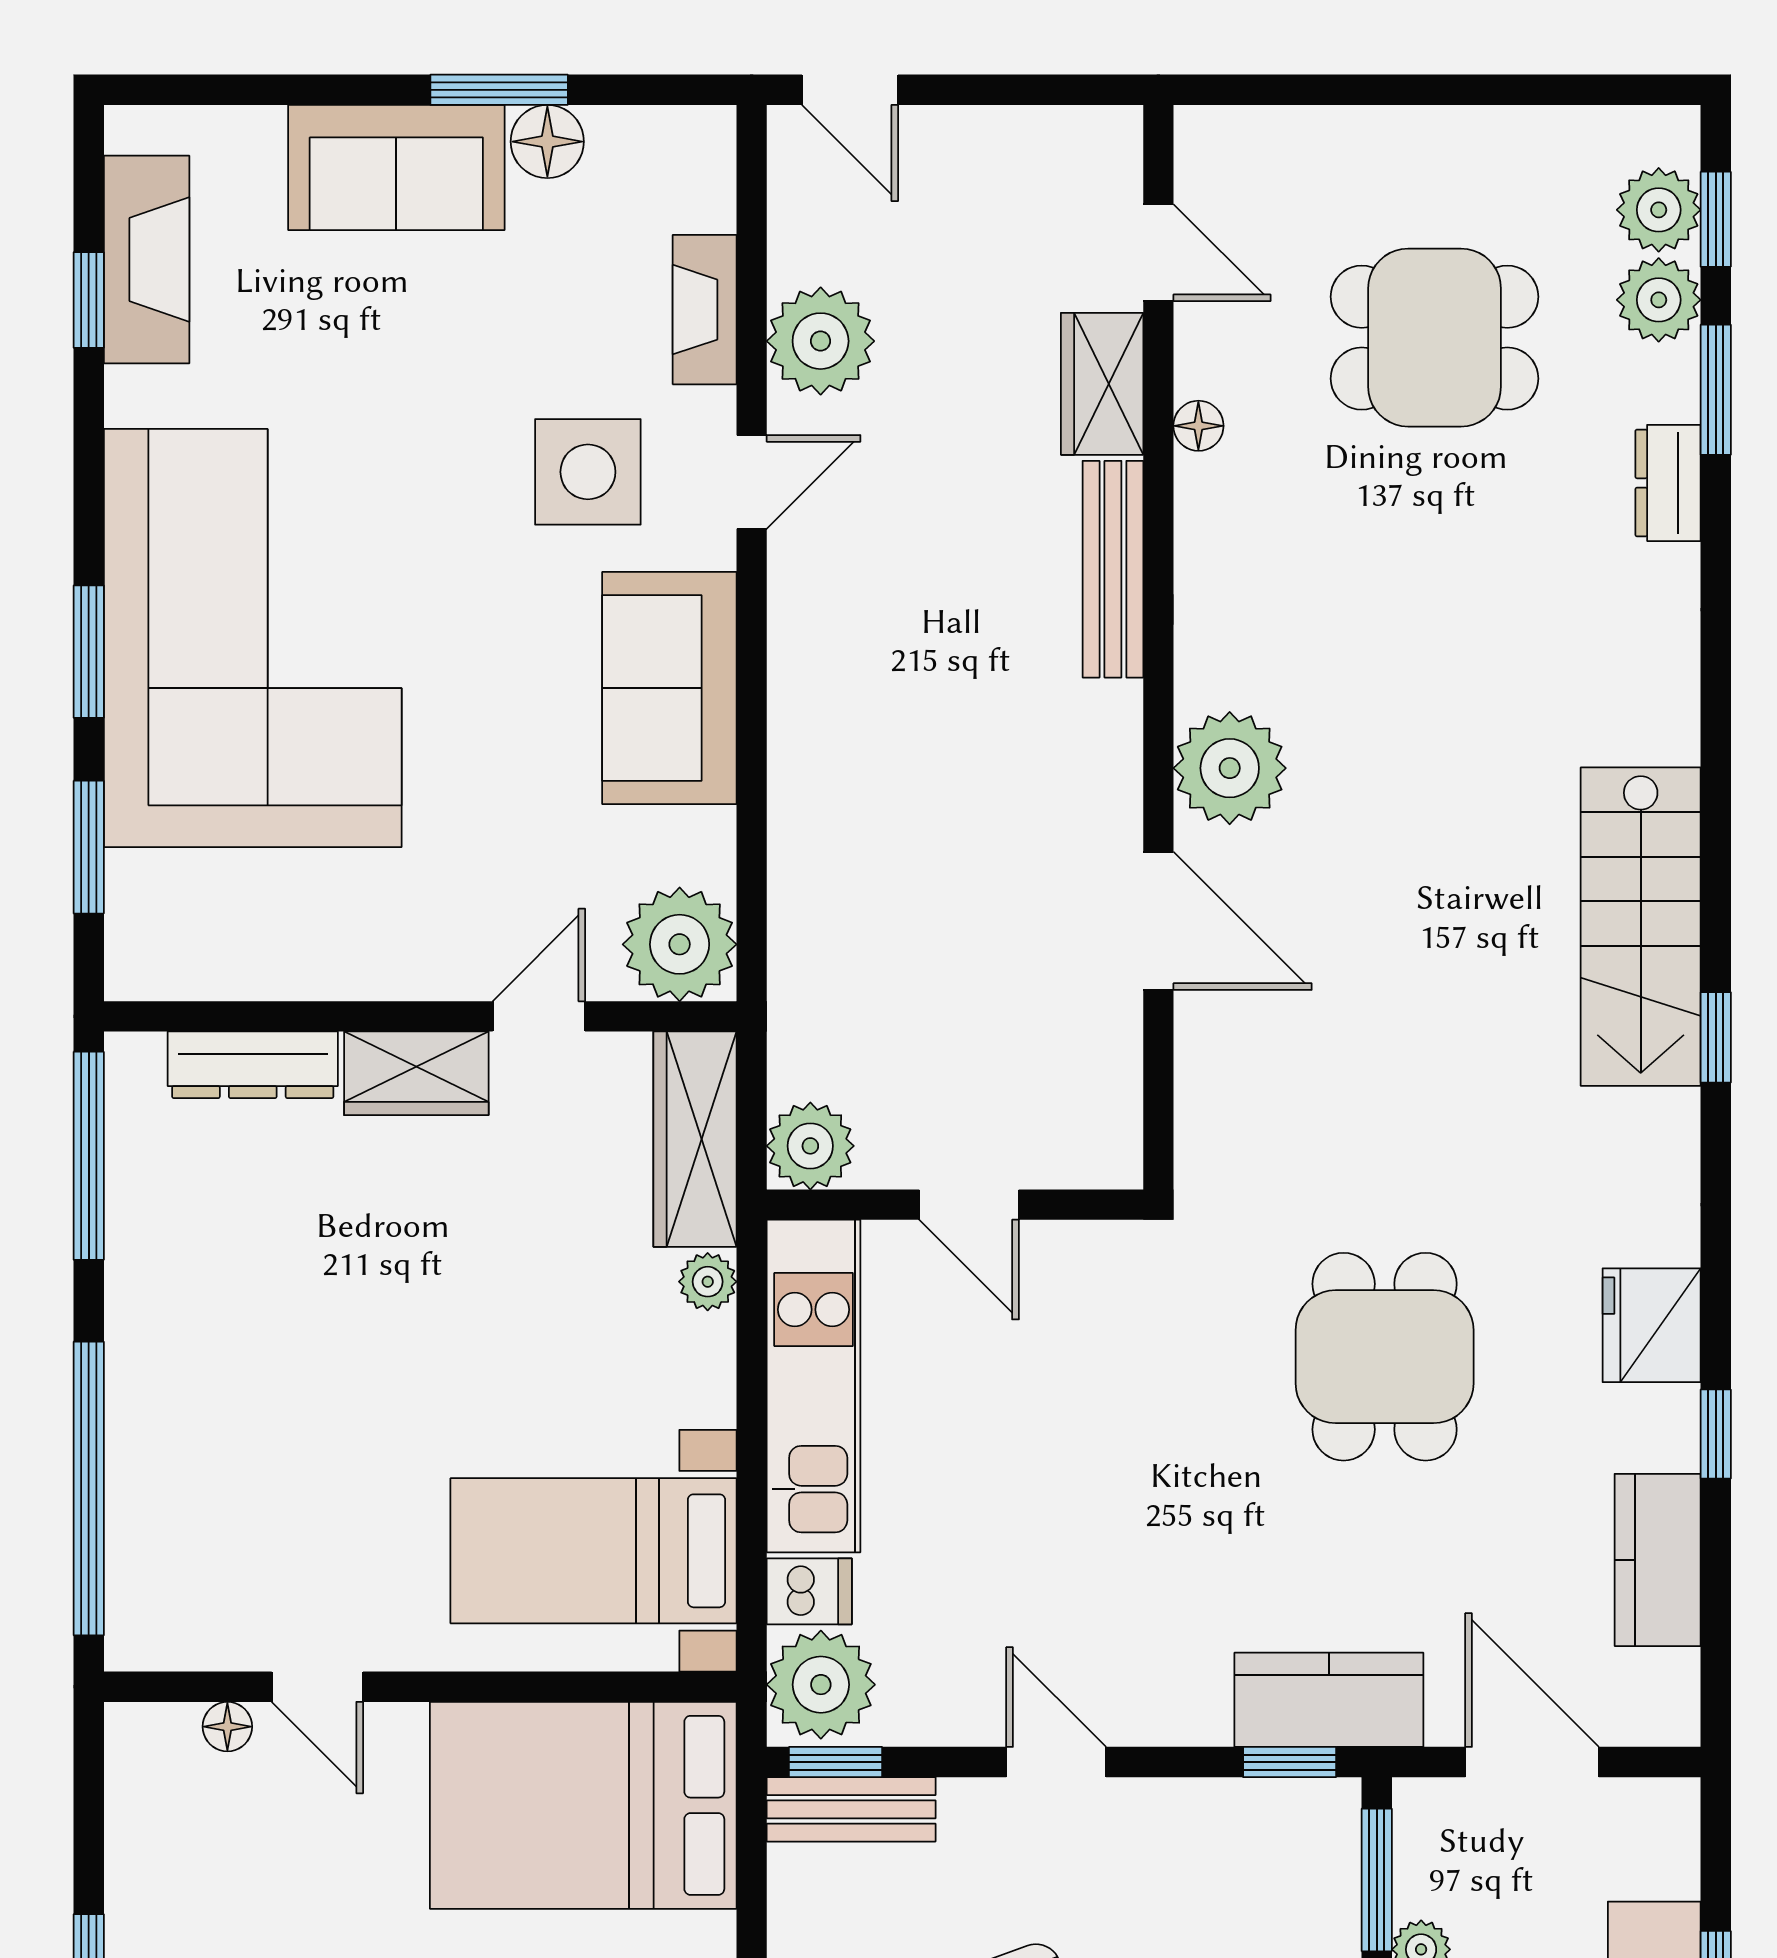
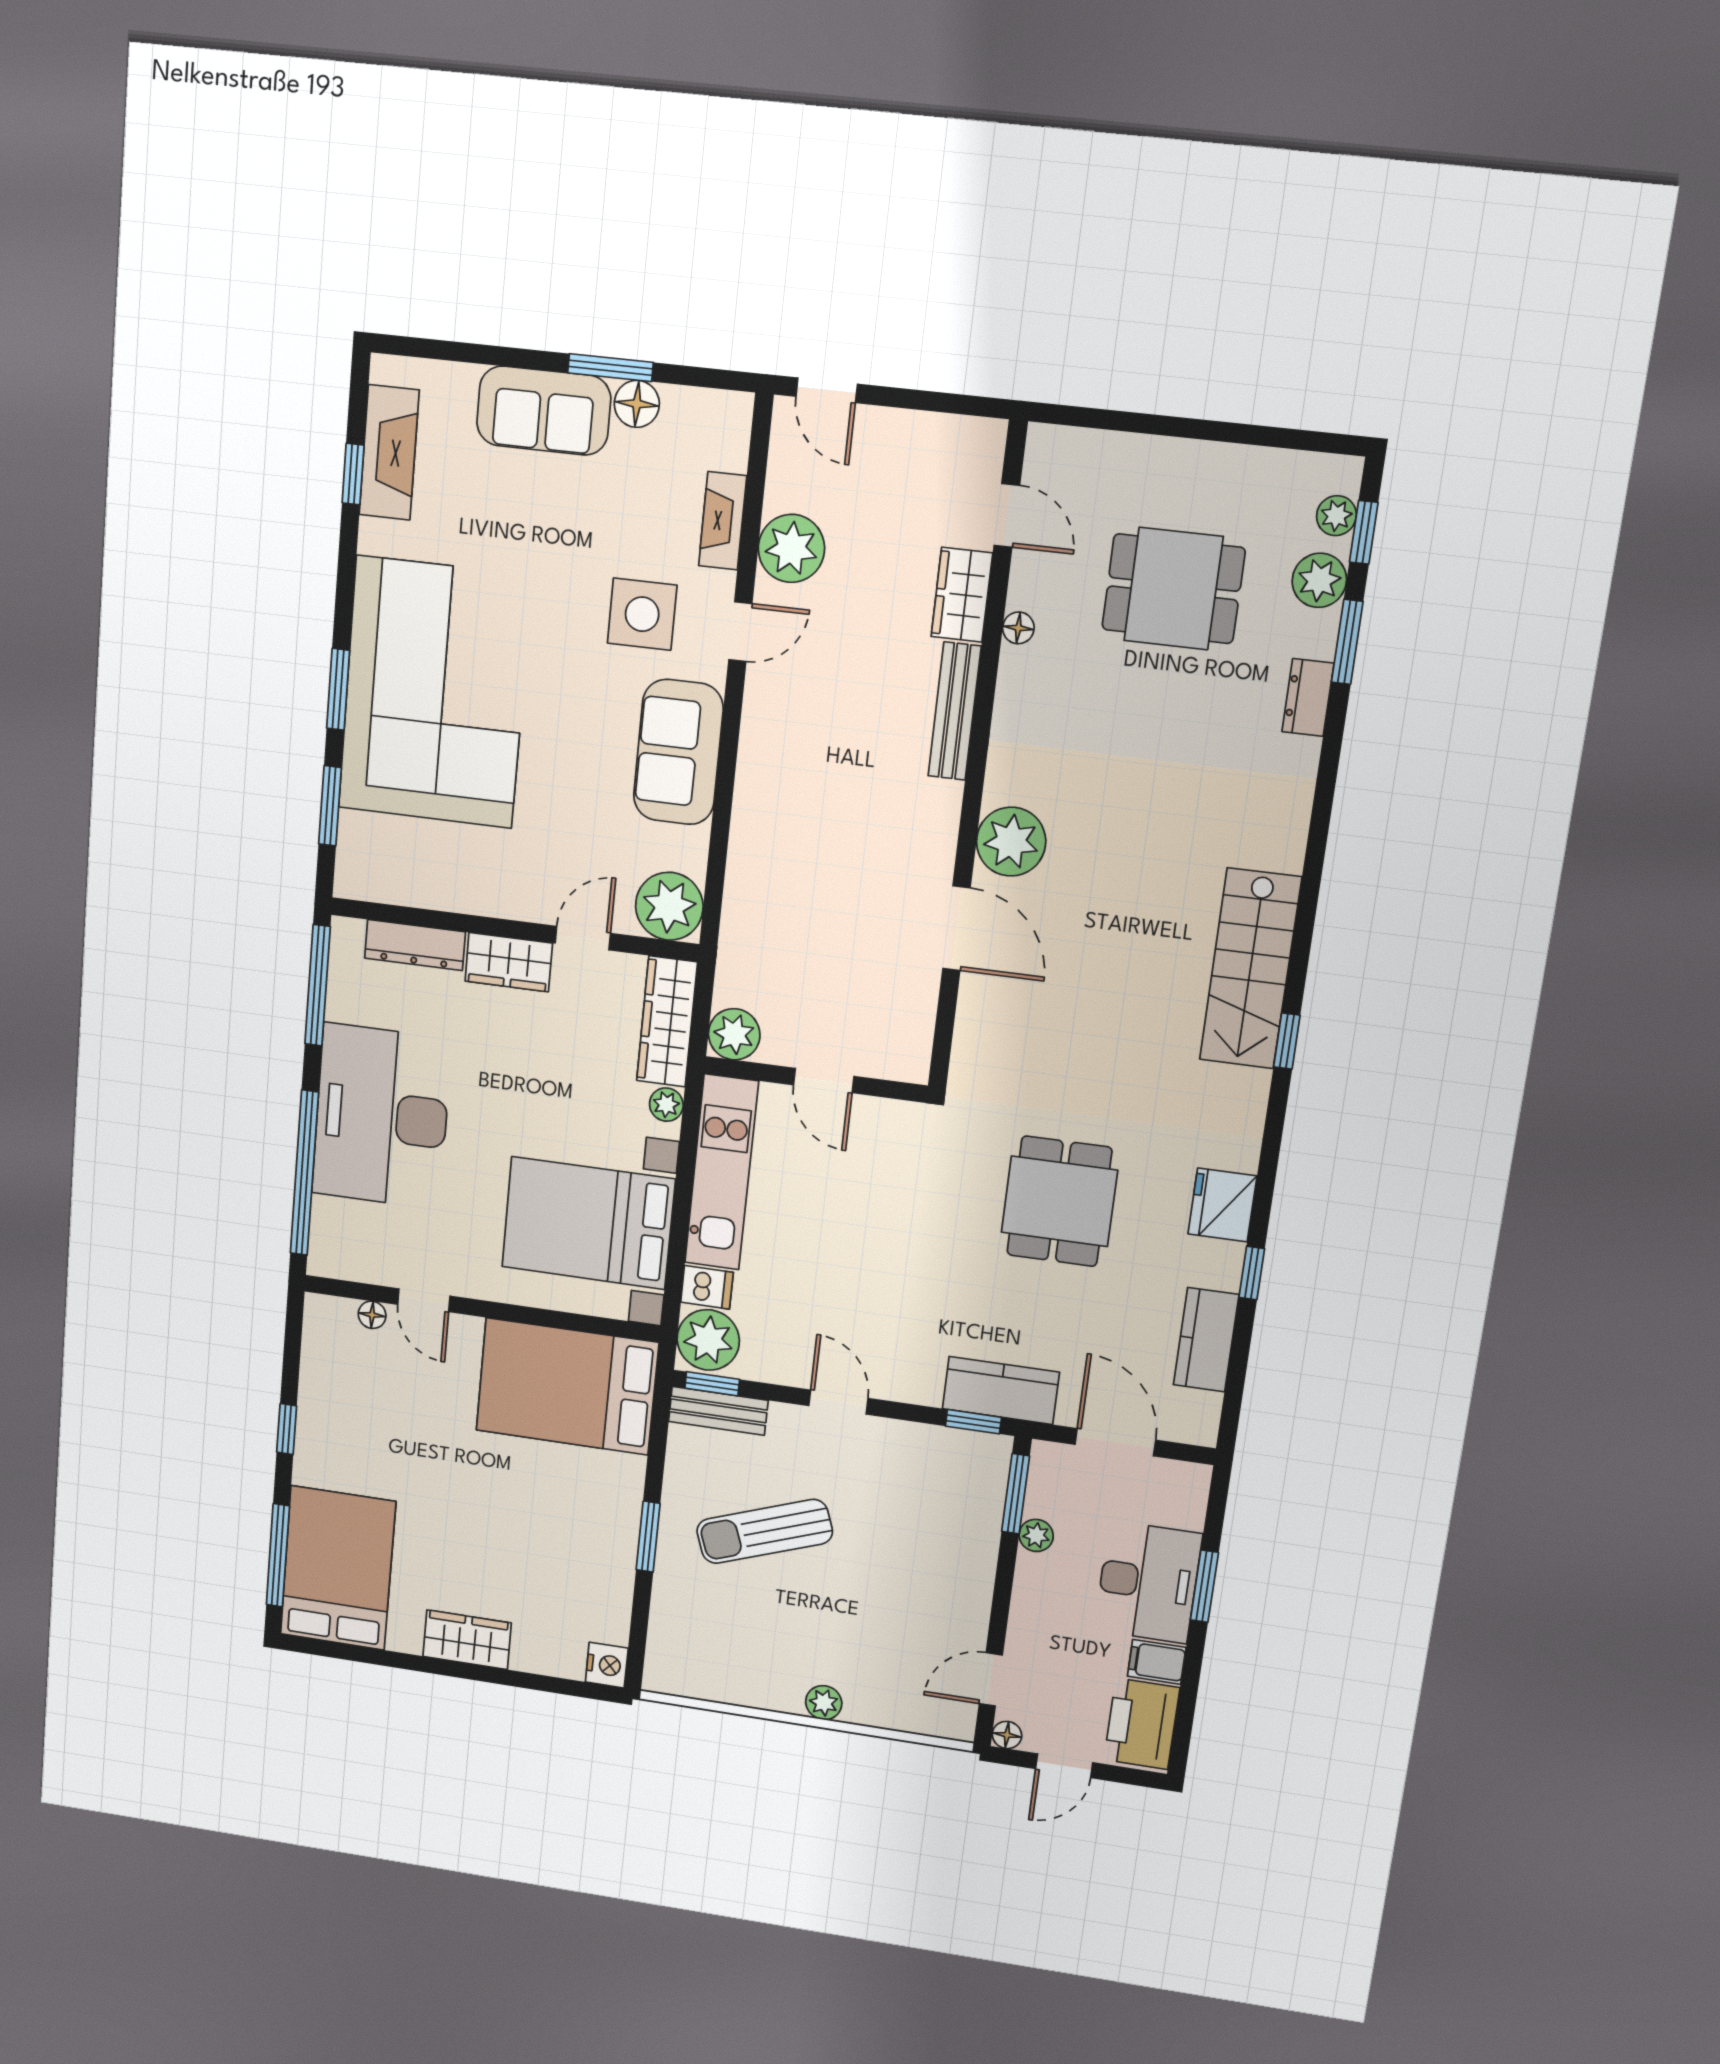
plant: (1659, 210) -> (1336, 516), width x0.73, depth x0.73
desk: (217, 1369) -> (382, 1116), added
bed with nightstands: (593, 1551) -> (588, 1223), width x1.36

